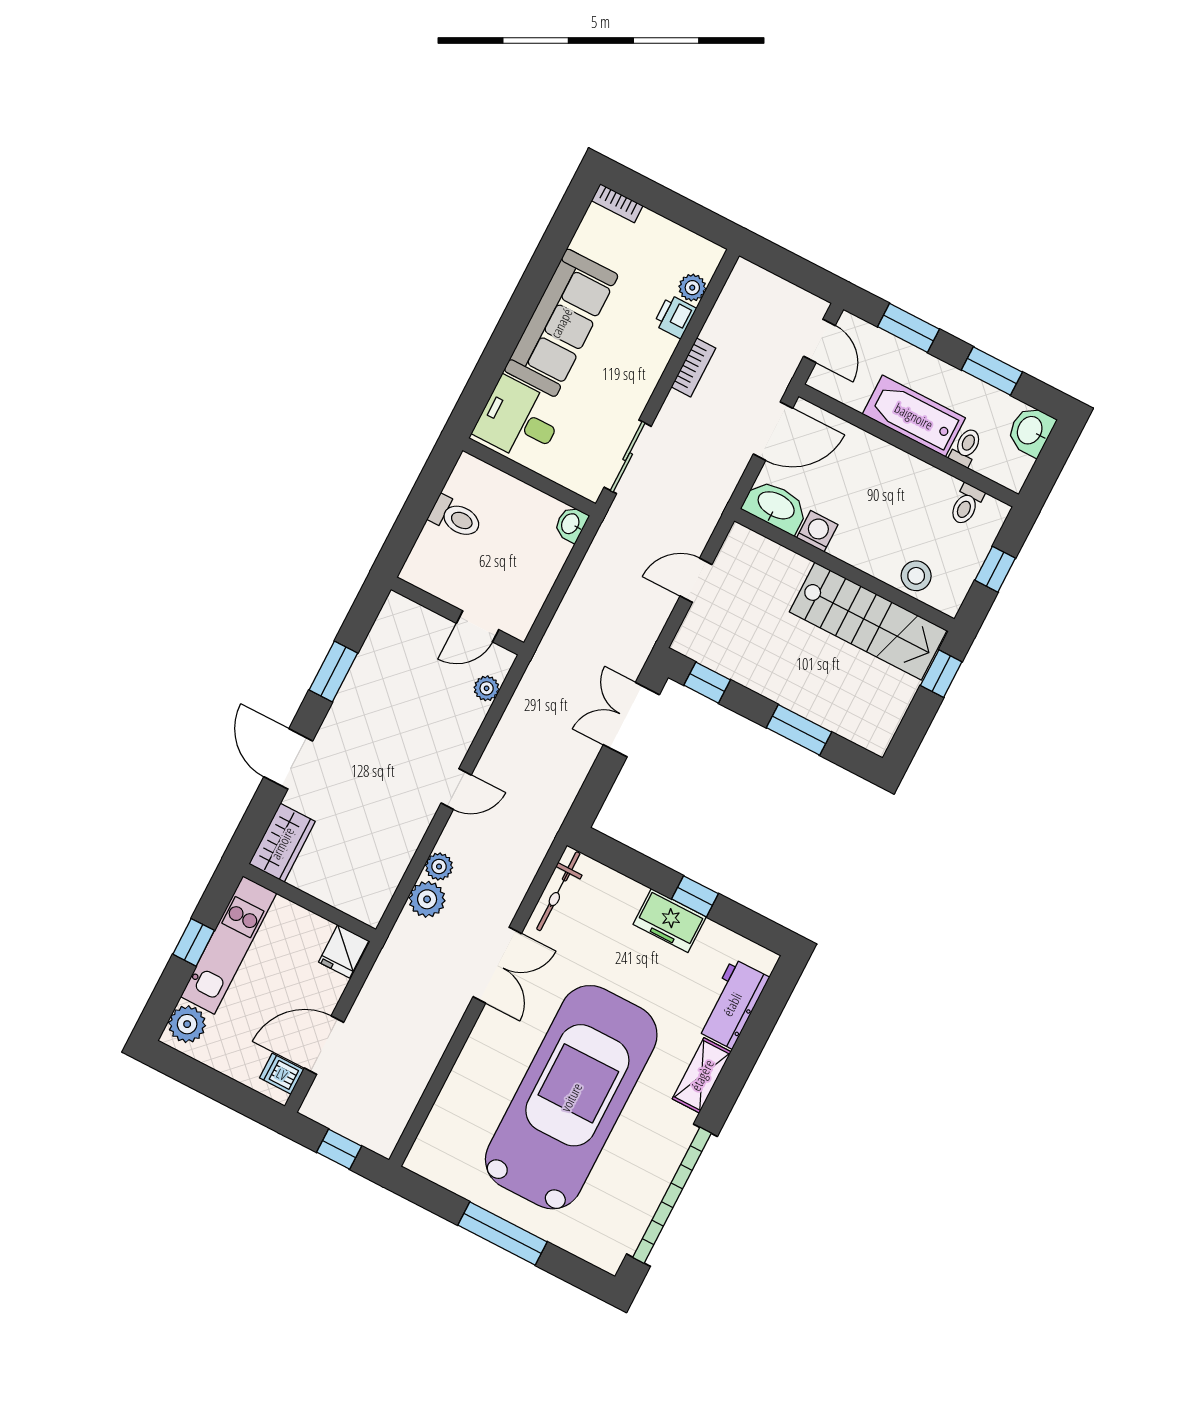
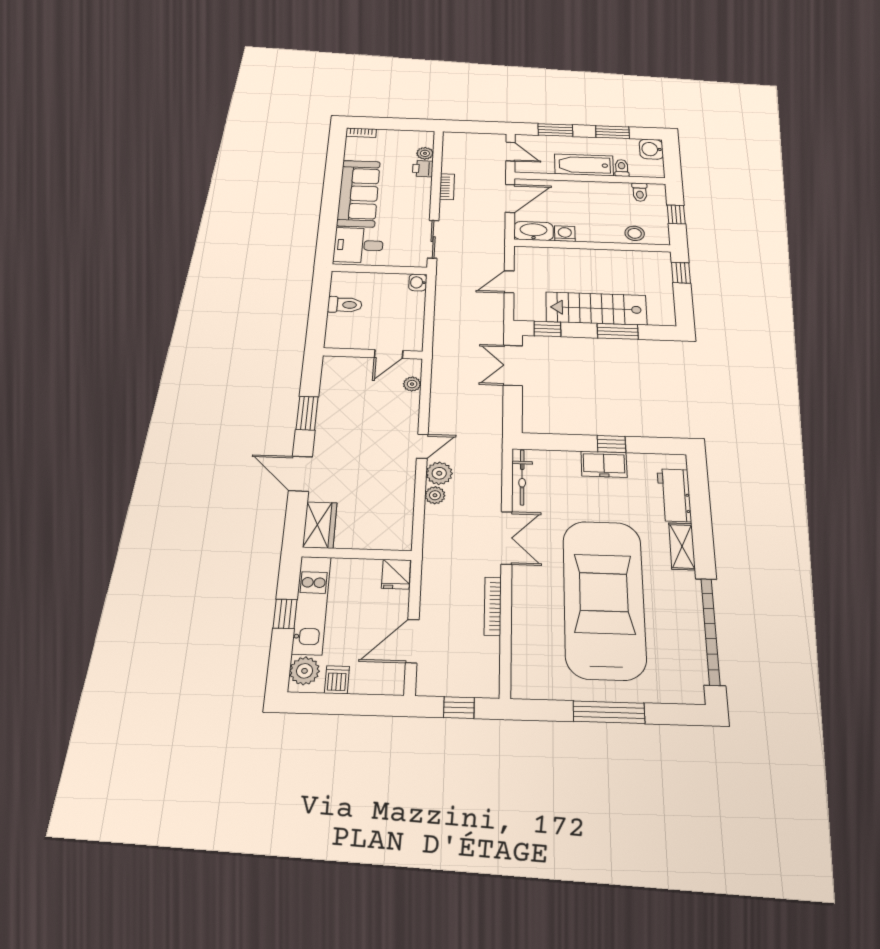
stairs: (868, 621) -> (596, 308), moved, turned 180
plant: (427, 899) -> (439, 473), moved
bookcase: (437, 1046) -> (493, 606), added
dishwasher: (282, 1074) -> (337, 680), moved, turned 90

